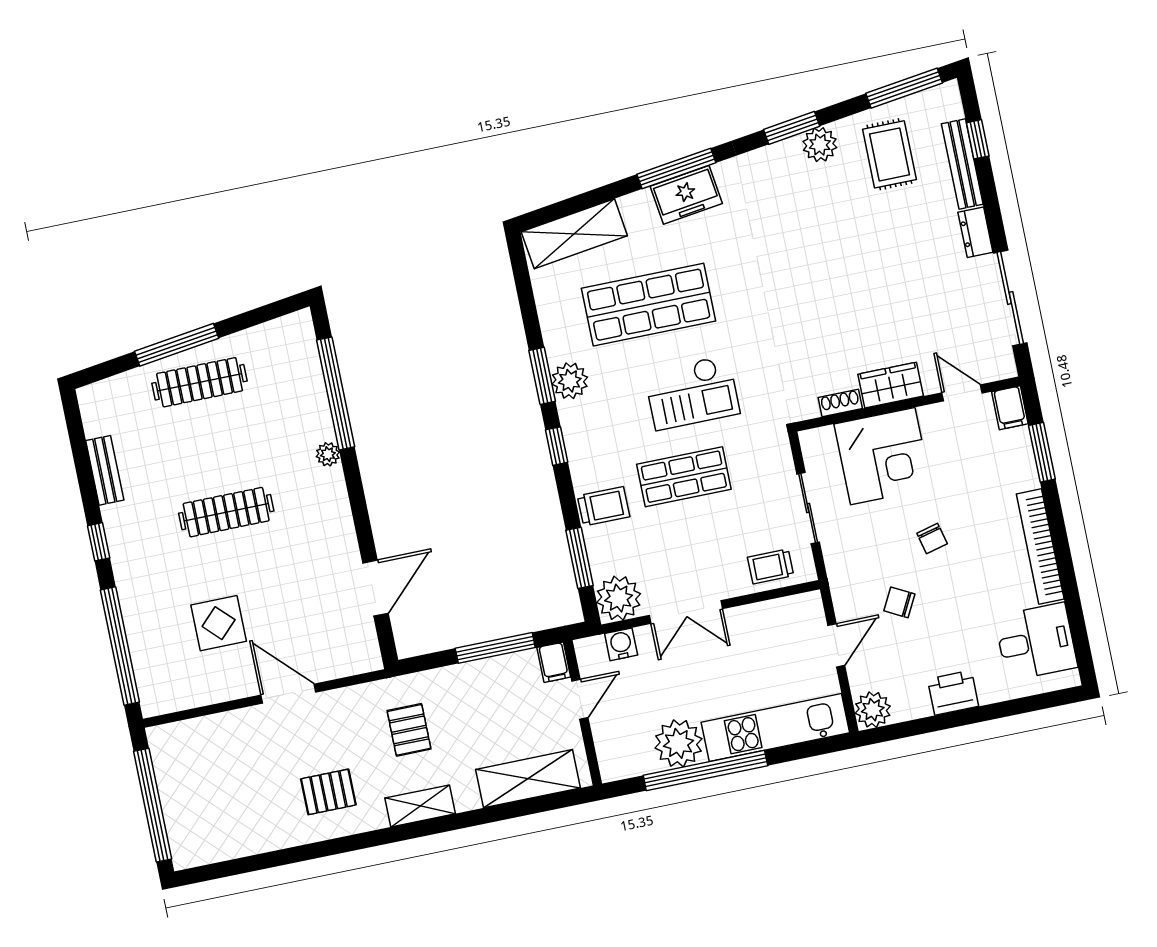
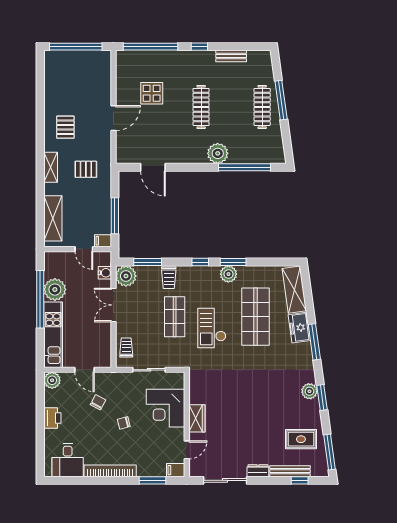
plant: (820, 145) -> (309, 391), moved
freezer: (686, 195) -> (299, 328), moved
shoe rack: (840, 403) -> (193, 394), removed
plant: (328, 454) -> (218, 153), width x1.88, depth x1.88

